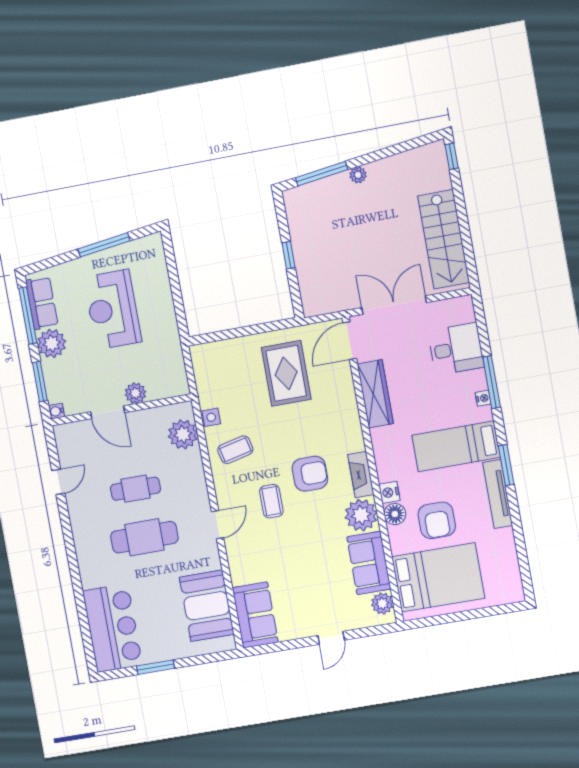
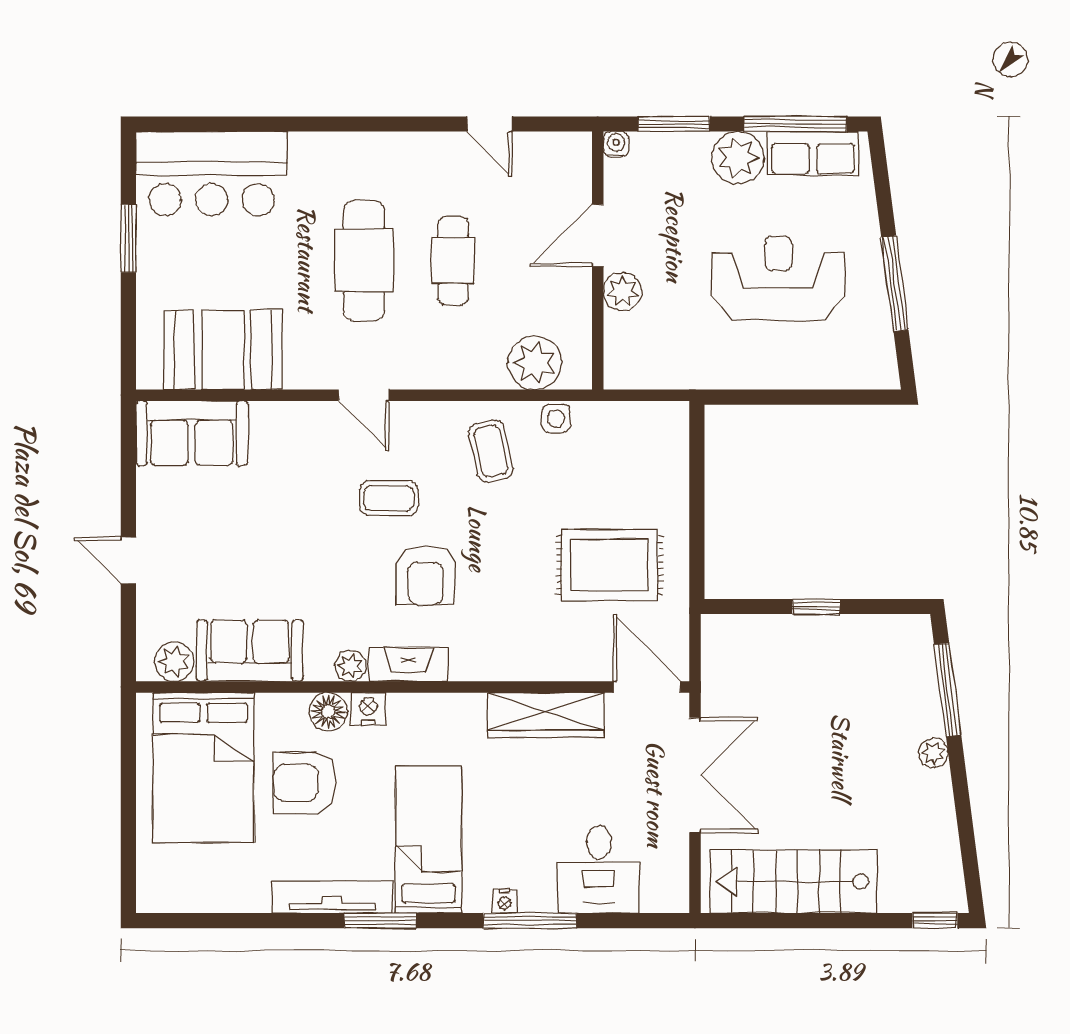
plant: (361, 515) -> (350, 666), width x0.53, depth x0.53

